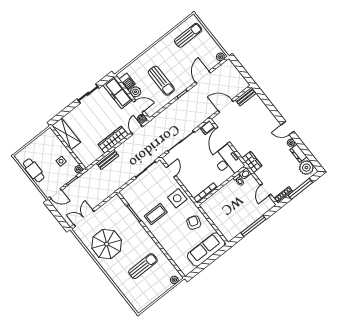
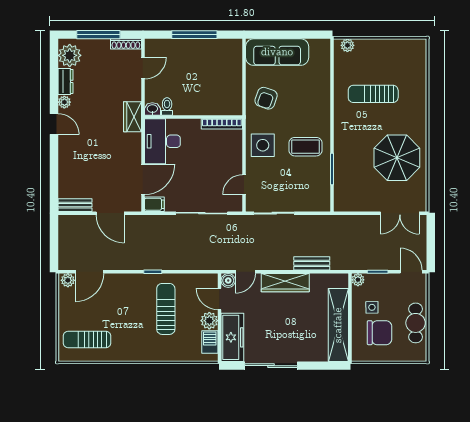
door: (203, 77) -> (89, 272), moved
sliding door: (88, 94) -> (271, 366), width x1.37
shelving: (66, 134) -> (338, 325), width x1.47
chair: (48, 152) -> (379, 333), added

